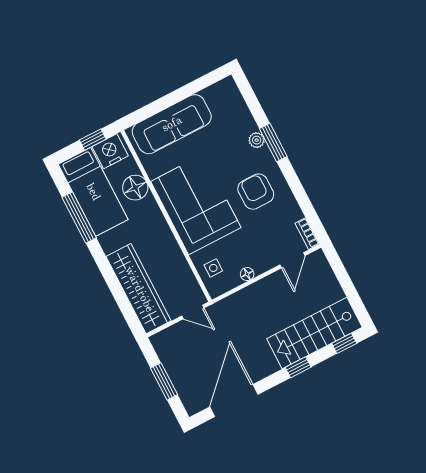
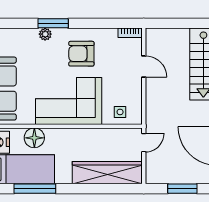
door: (292, 260) -> (144, 66), moved
floor lamp: (247, 274) -> (137, 90), removed

